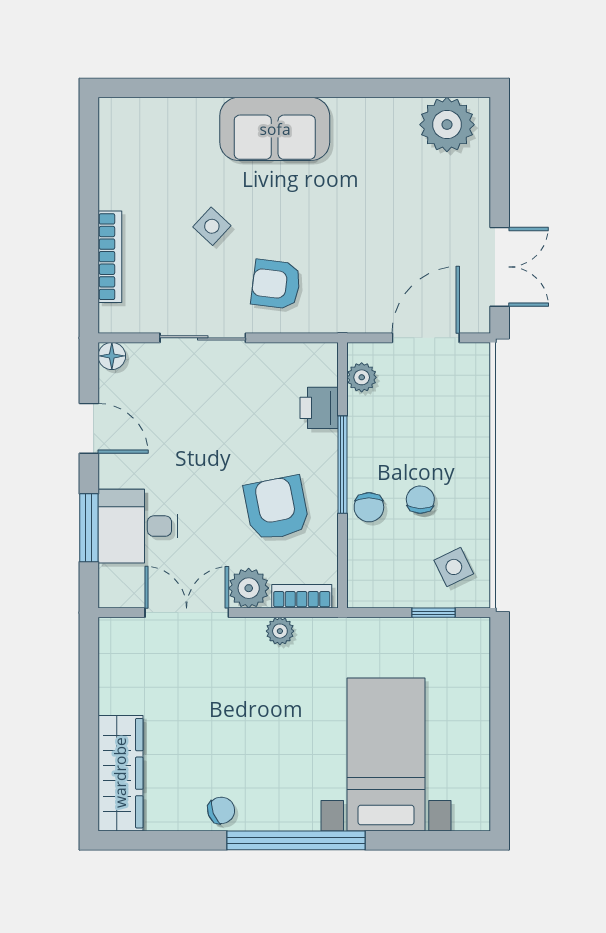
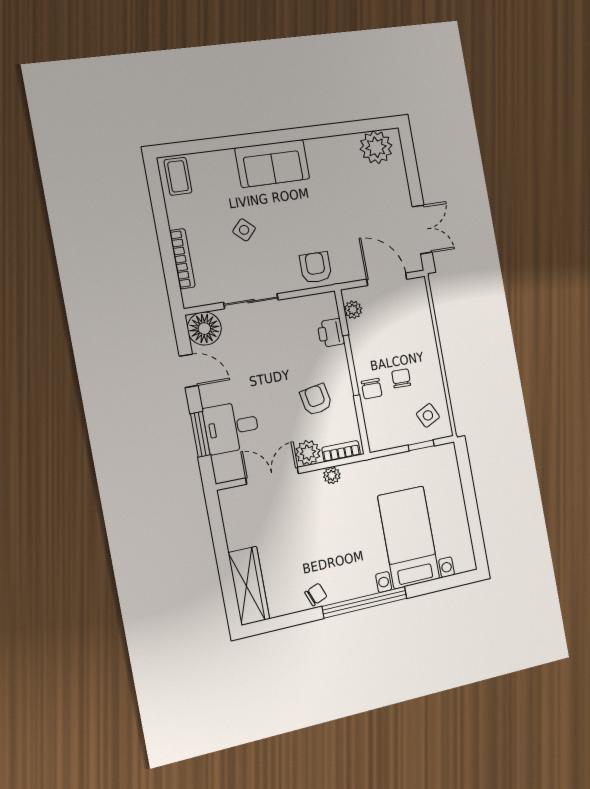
coffee table: (126, 130) -> (178, 176), added
armchair: (276, 284) -> (316, 268), moved, turned 83
door: (426, 338) -> (387, 279), hinge flipped
floor lamp: (112, 356) -> (204, 329), width x1.89, depth x1.89
armchair: (277, 508) -> (316, 400), width x0.72, depth x0.72

